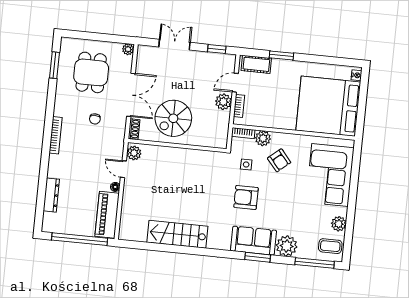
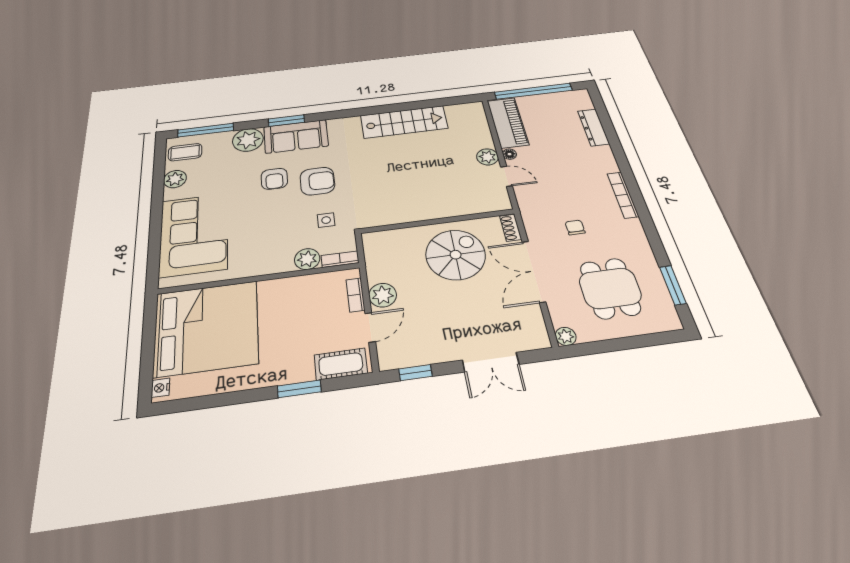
plant: (134, 153) -> (487, 157), moved
armchair: (279, 160) -> (274, 179), moved, turned -140

